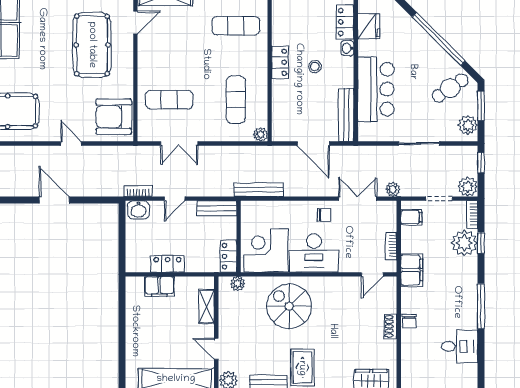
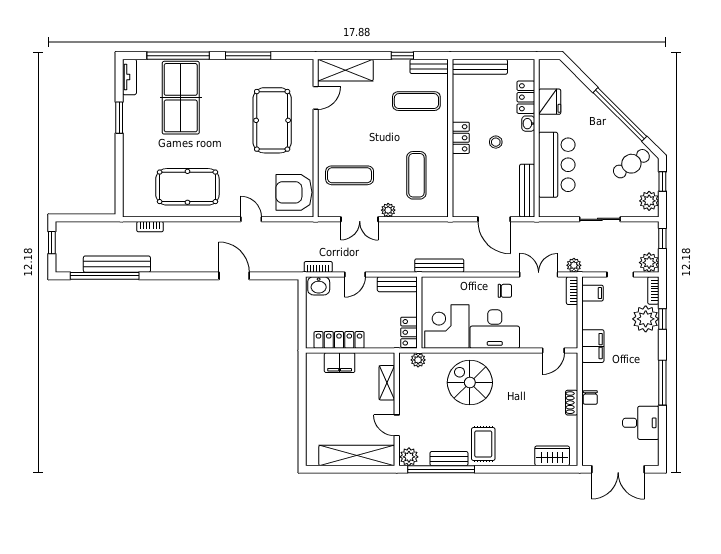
window: (481, 106) -> (662, 181), width x0.67
plant: (261, 134) -> (388, 210), moved
bookcase: (391, 246) -> (572, 291), moved
locker: (168, 264) -> (339, 340), width x1.53

